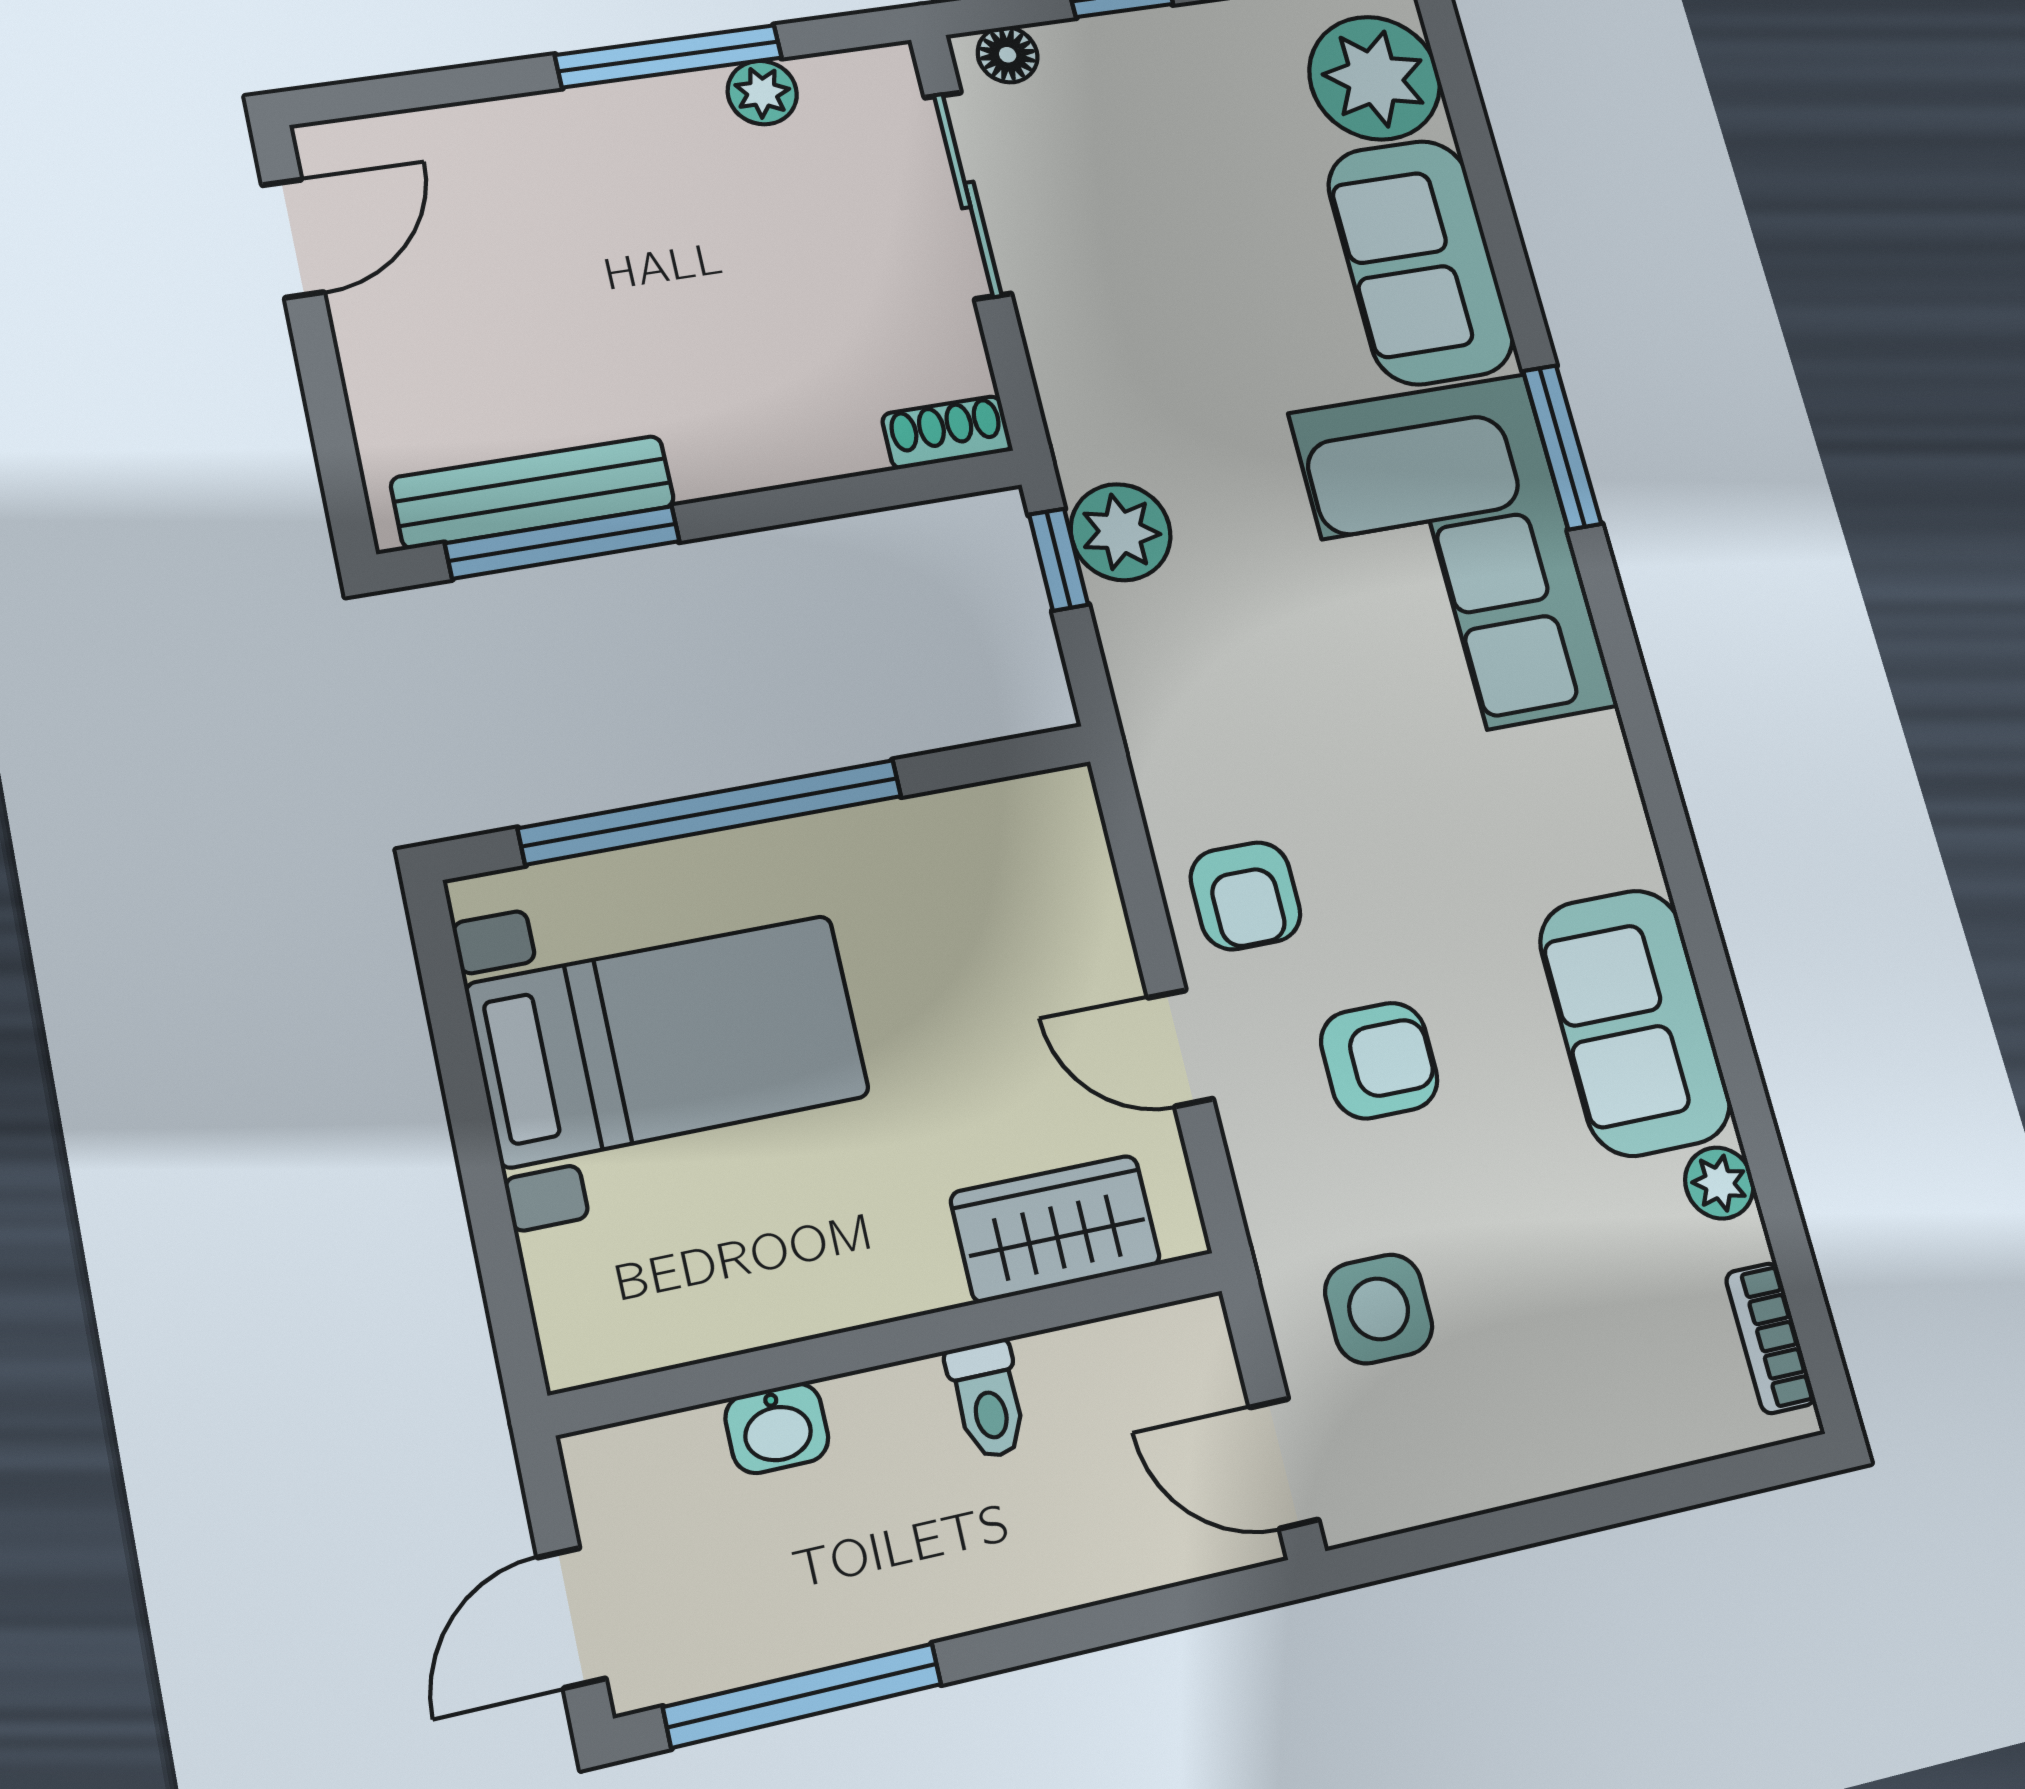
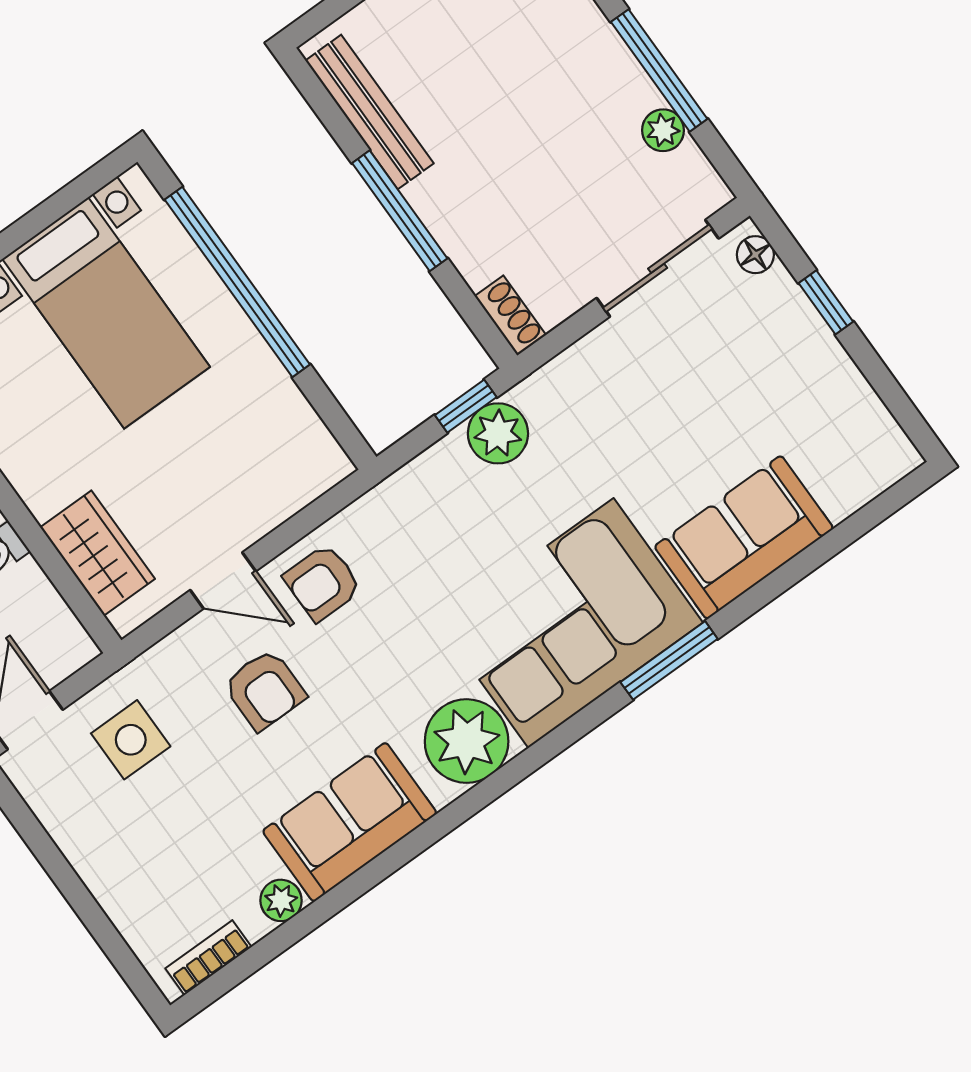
plant: (1375, 78) -> (467, 741), moved
window: (563, 542) -> (400, 211), moved
door: (1180, 1048) -> (223, 581), swing flipped

